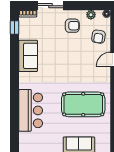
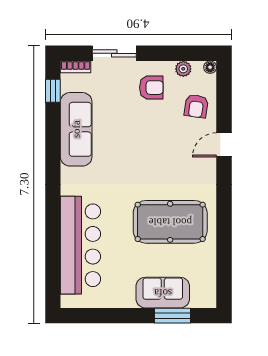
sofa: (28, 56) -> (76, 129), width x1.36
bar counter: (31, 110) -> (80, 245), width x1.36

